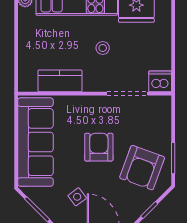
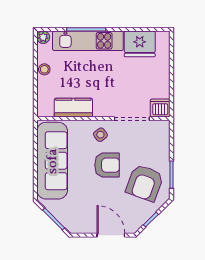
stool: (103, 48) -> (44, 69), moved
armchair: (99, 147) -> (107, 165), turned 90
side table: (77, 197) -> (100, 135), moved

